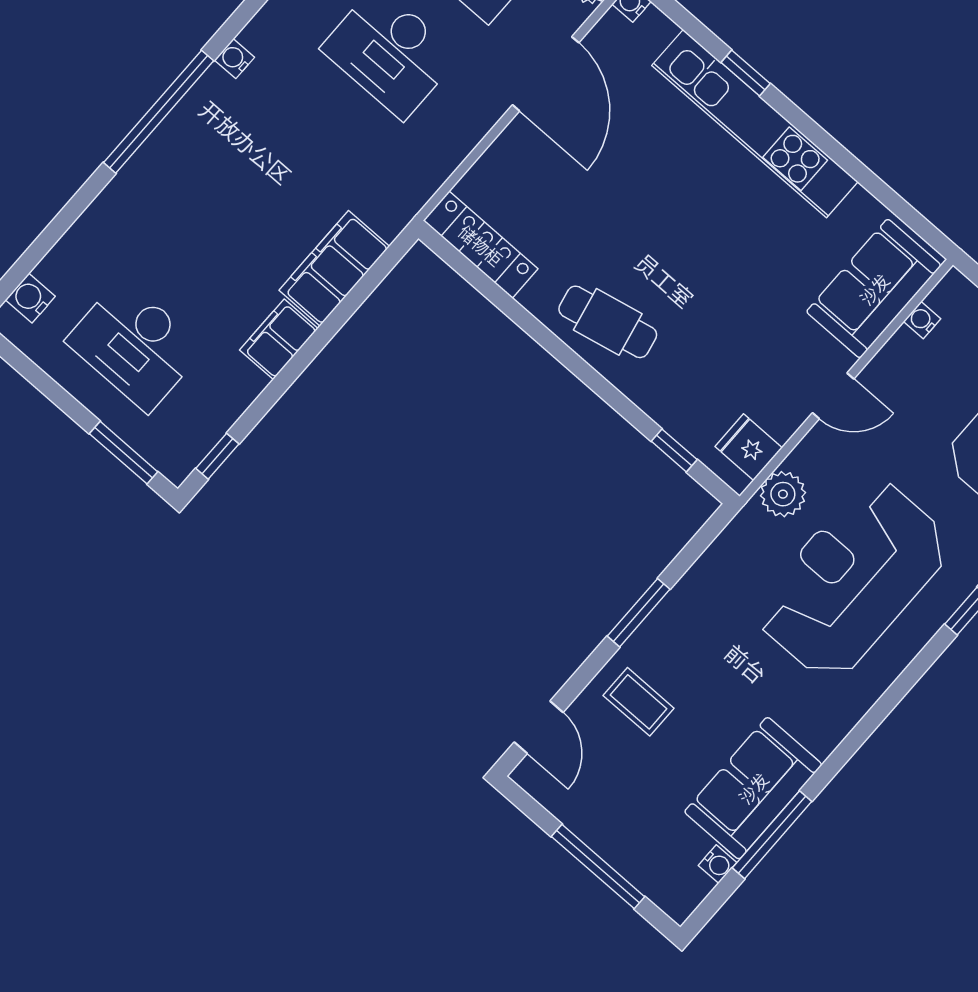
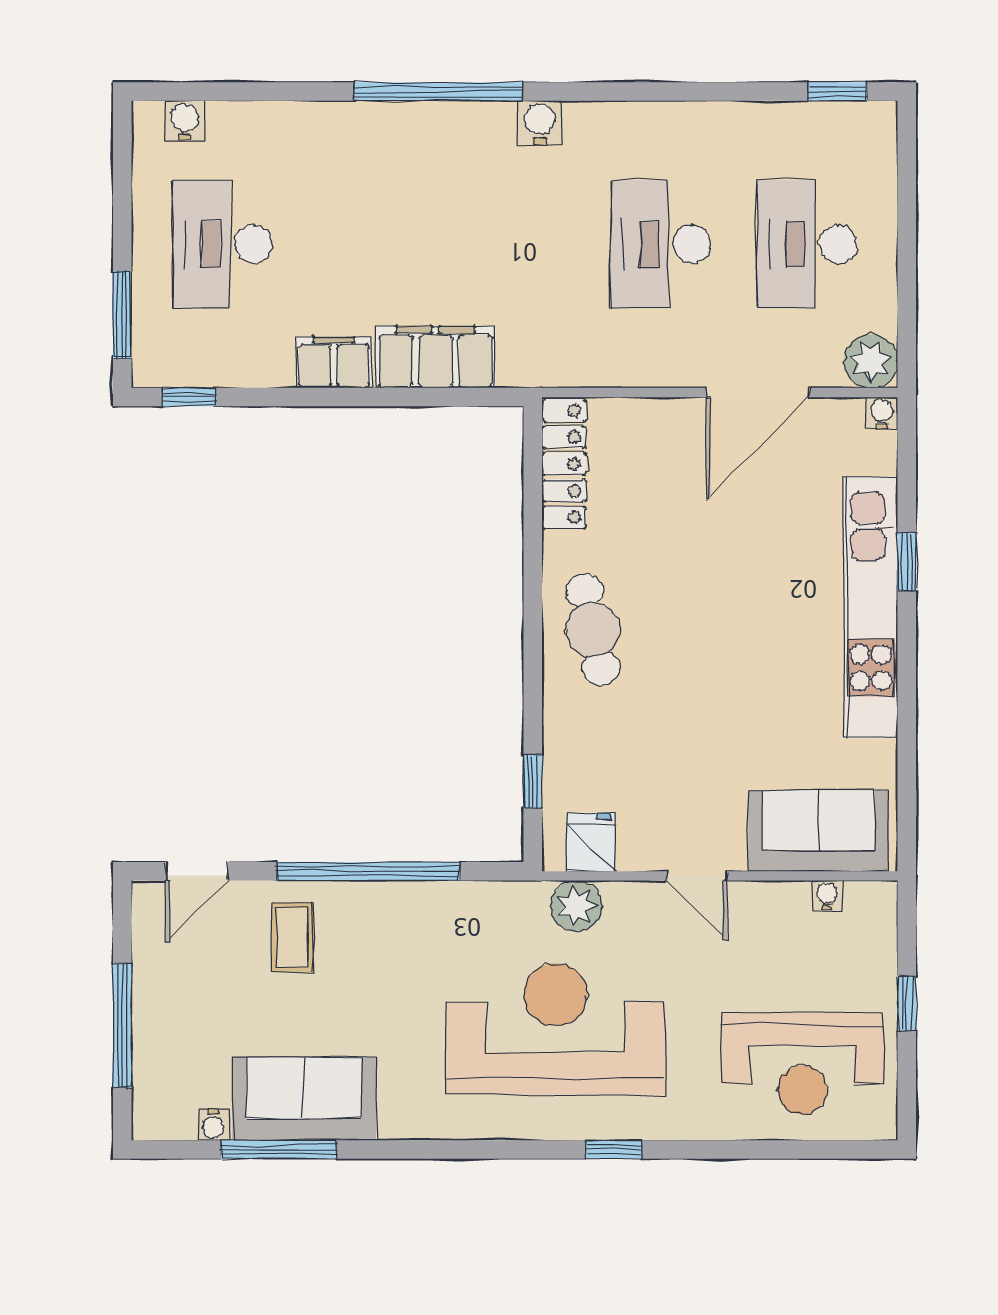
water cooler: (235, 59) -> (540, 123), width x1.38, depth x1.38
window: (639, 613) -> (368, 871), width x2.11

